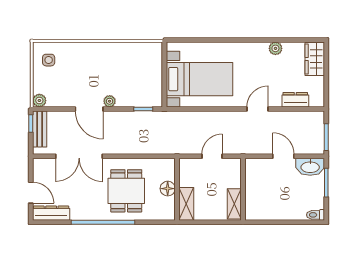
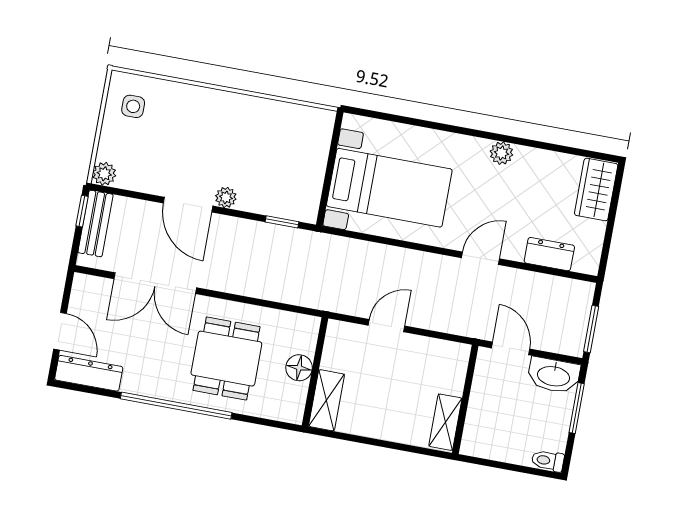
plant: (275, 48) -> (501, 153), moved
wall: (243, 189) -> (465, 399), moved
shelving: (234, 204) -> (445, 422), moved

